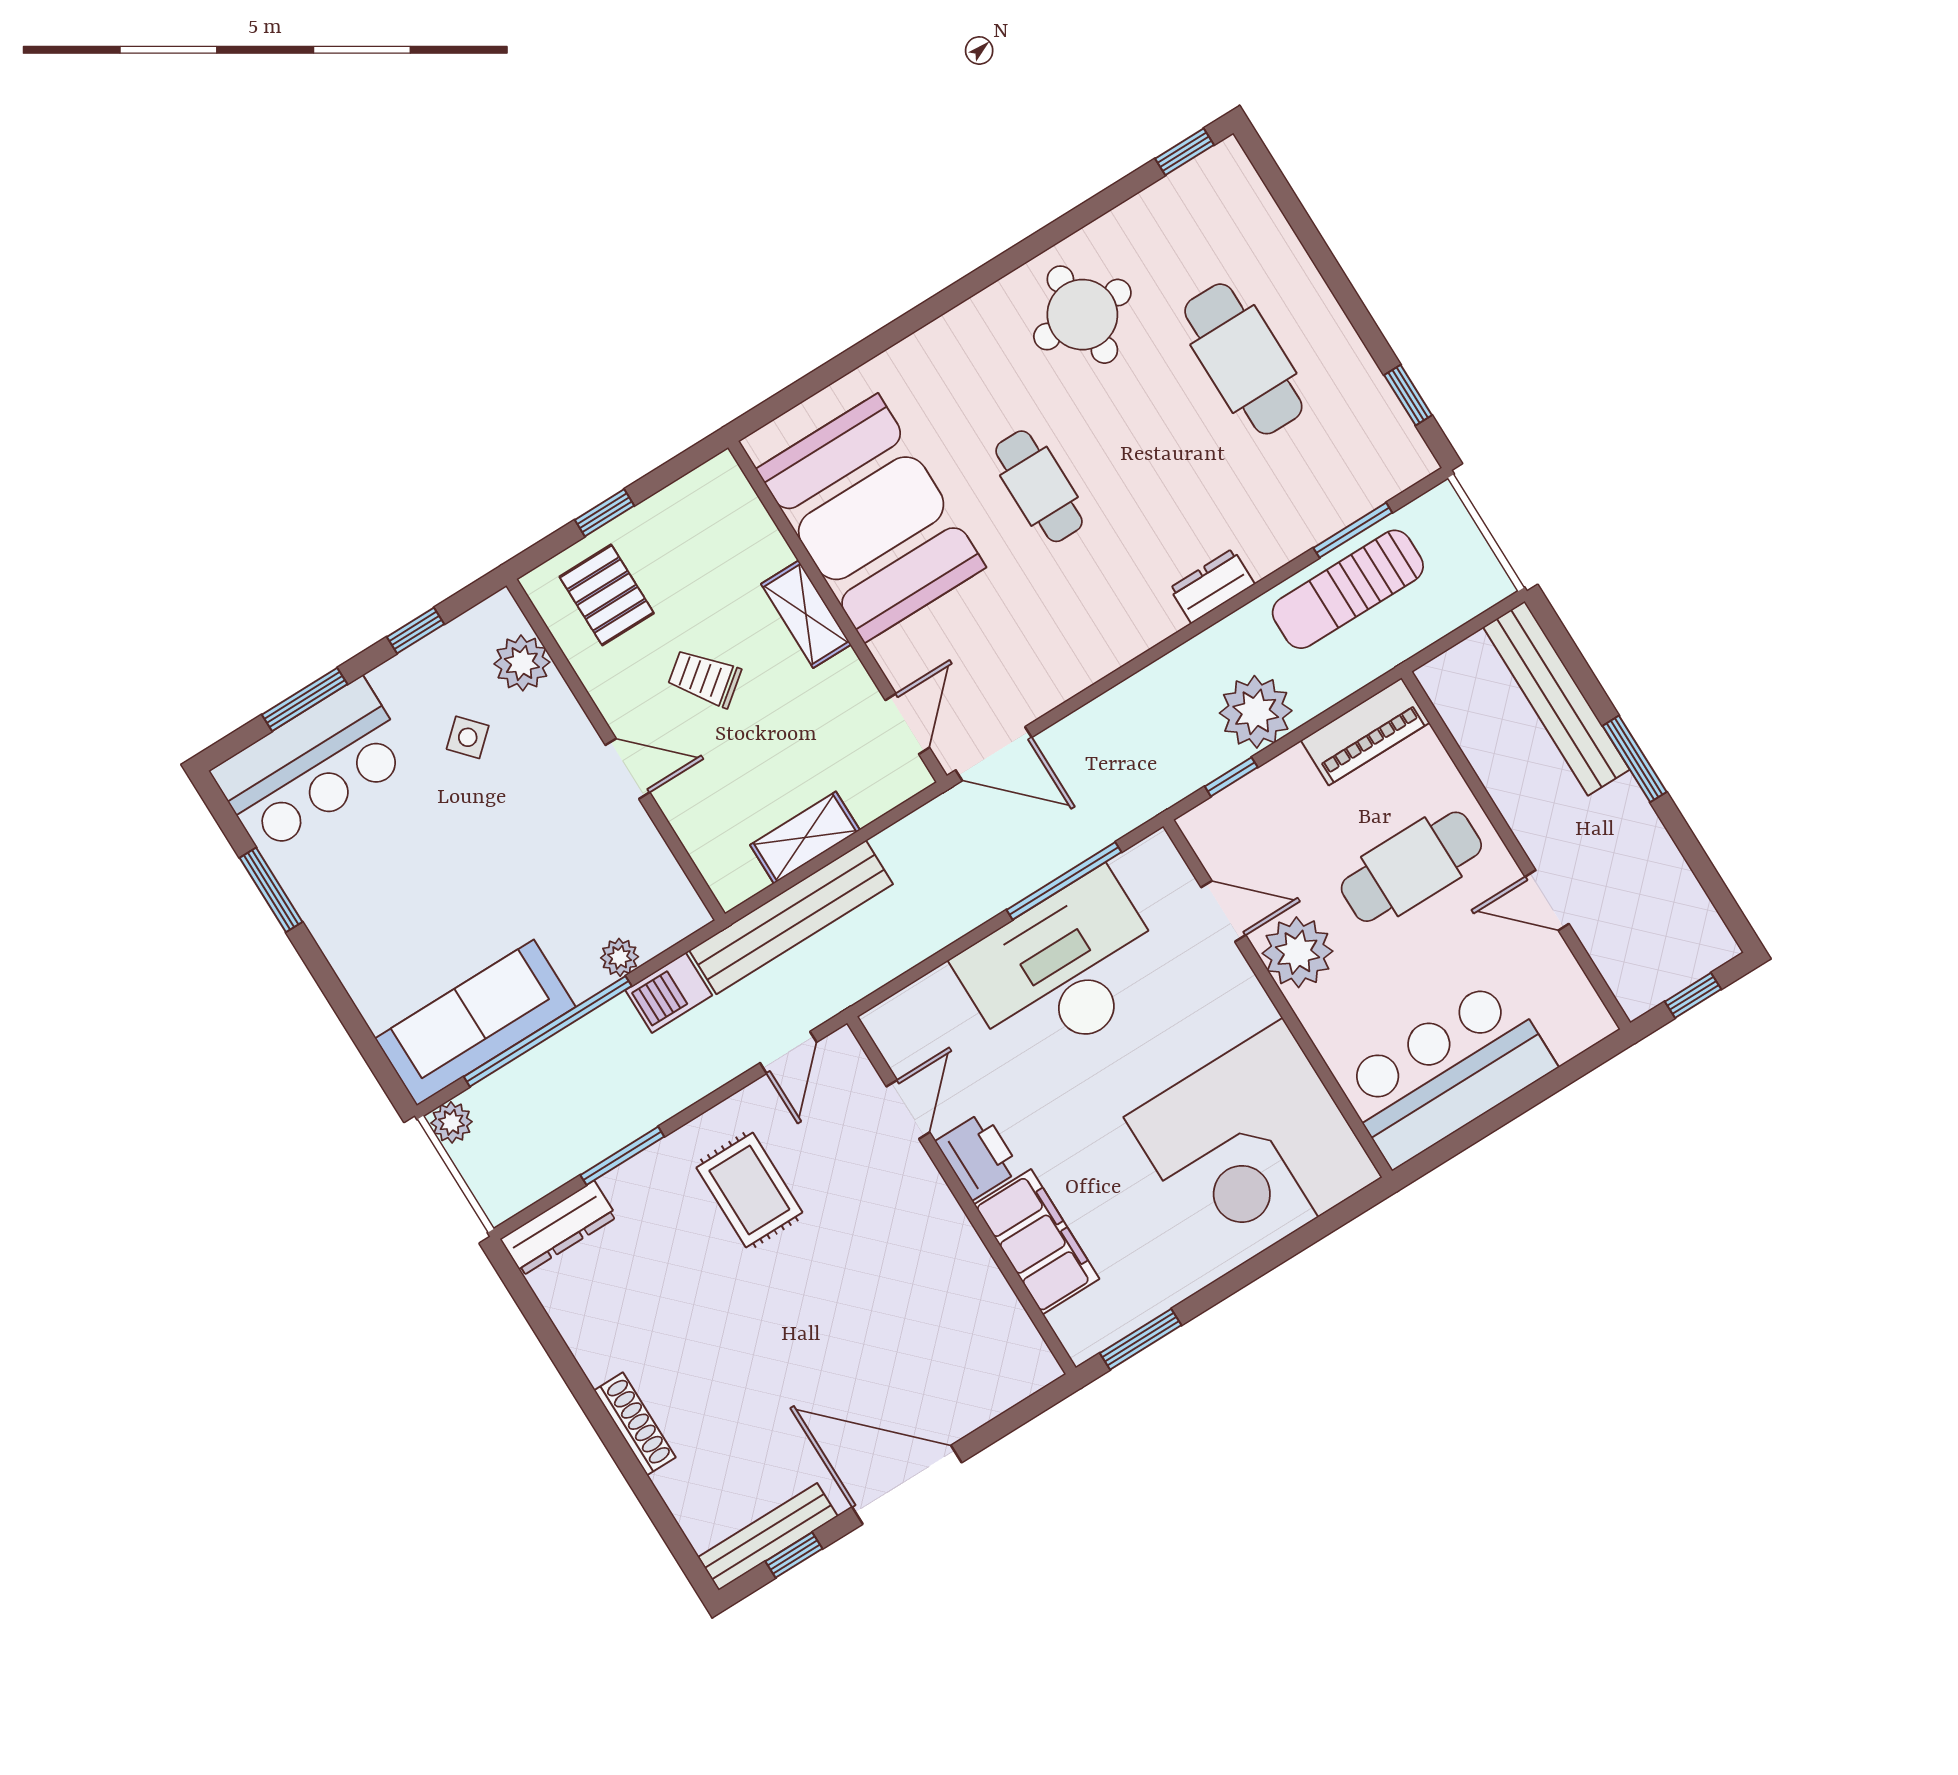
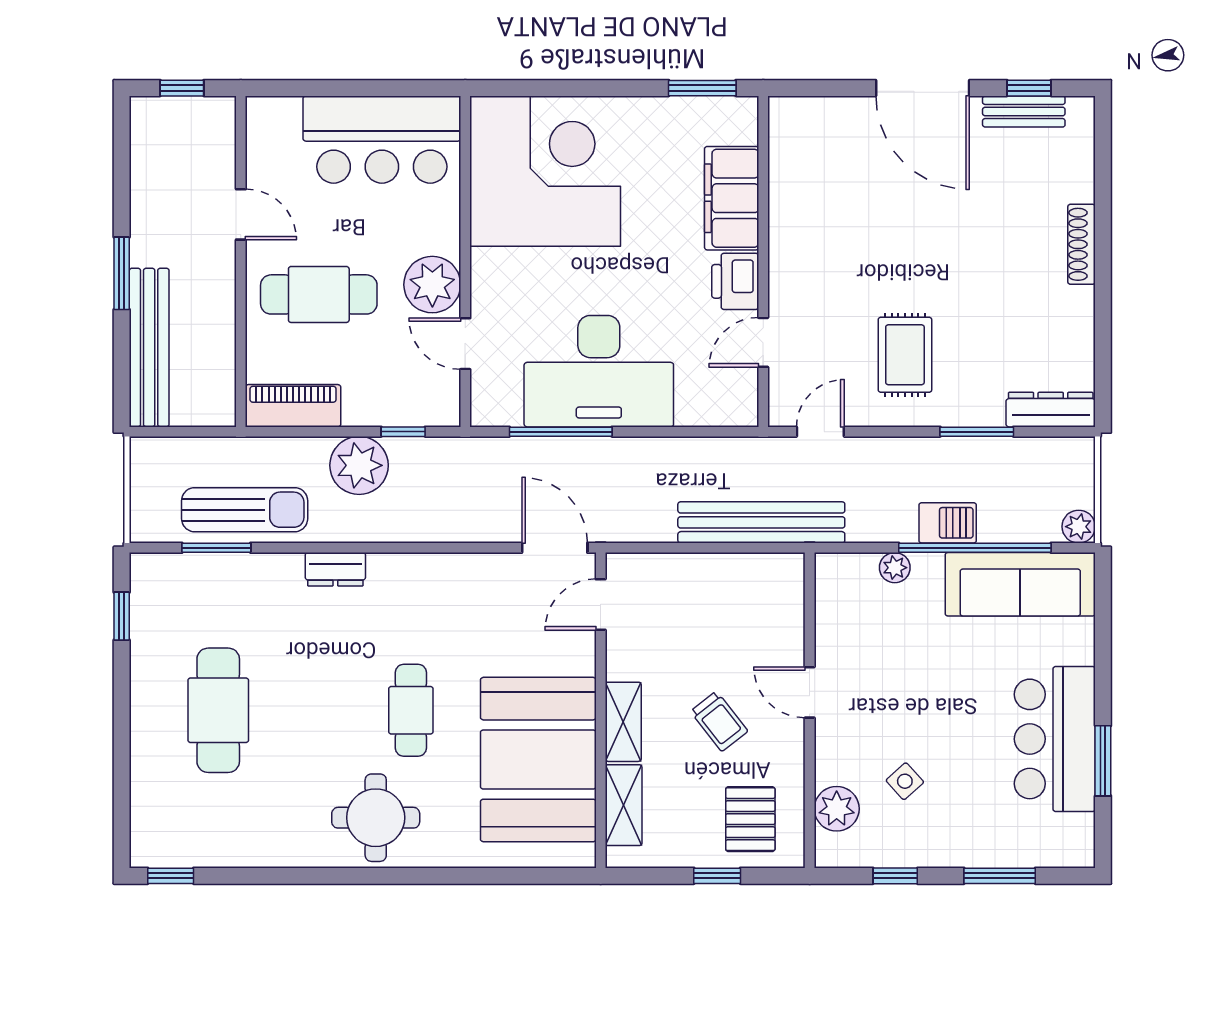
round table: (1082, 315) -> (376, 818), moved
bar counter: (312, 766) -> (1055, 739), moved, turned -90
shelving: (805, 838) -> (624, 805), moved, turned 90
barbecue: (669, 993) -> (948, 523), moved
bench: (768, 1537) -> (1024, 112), width x0.73

